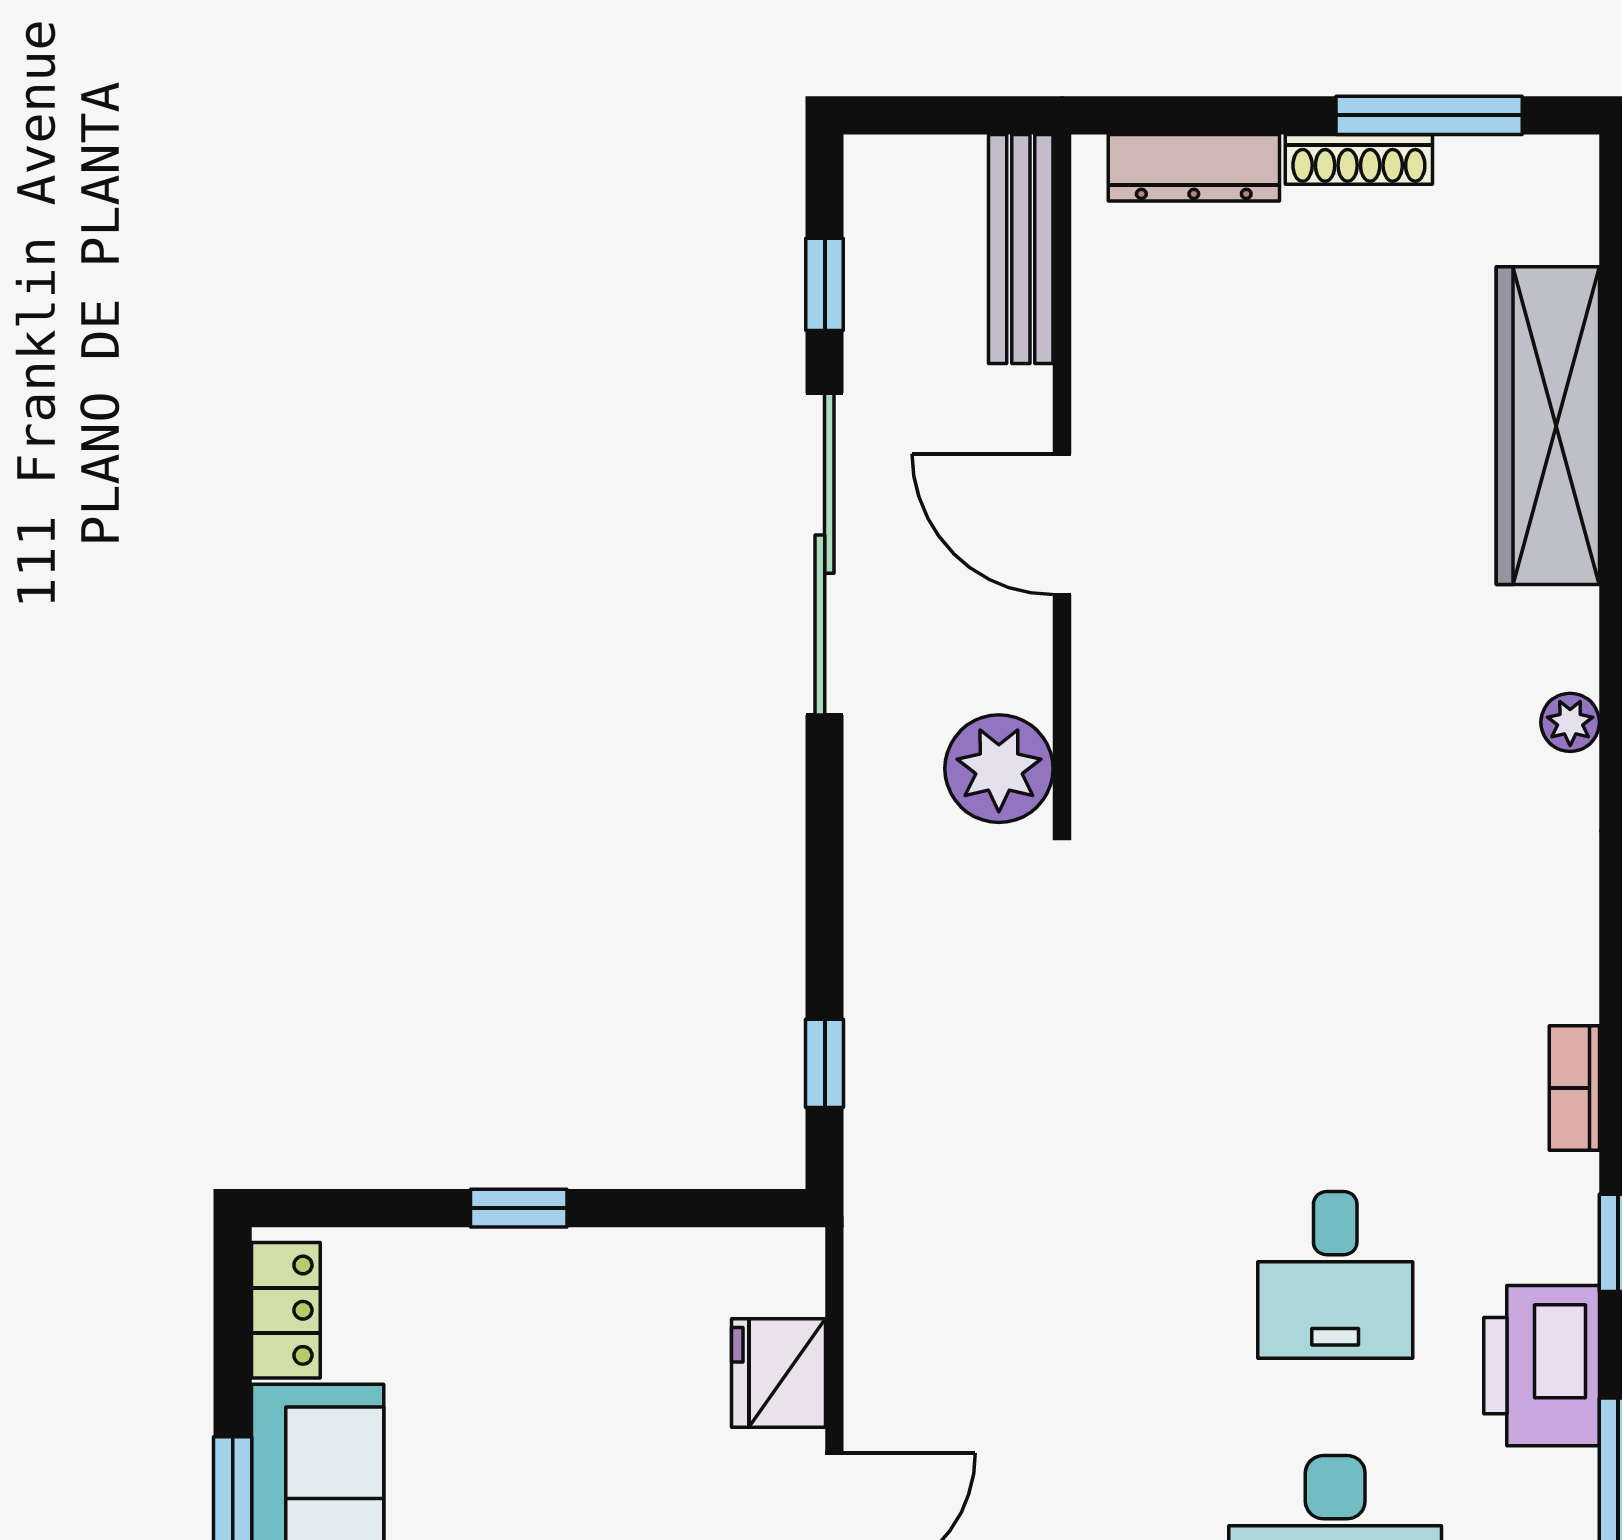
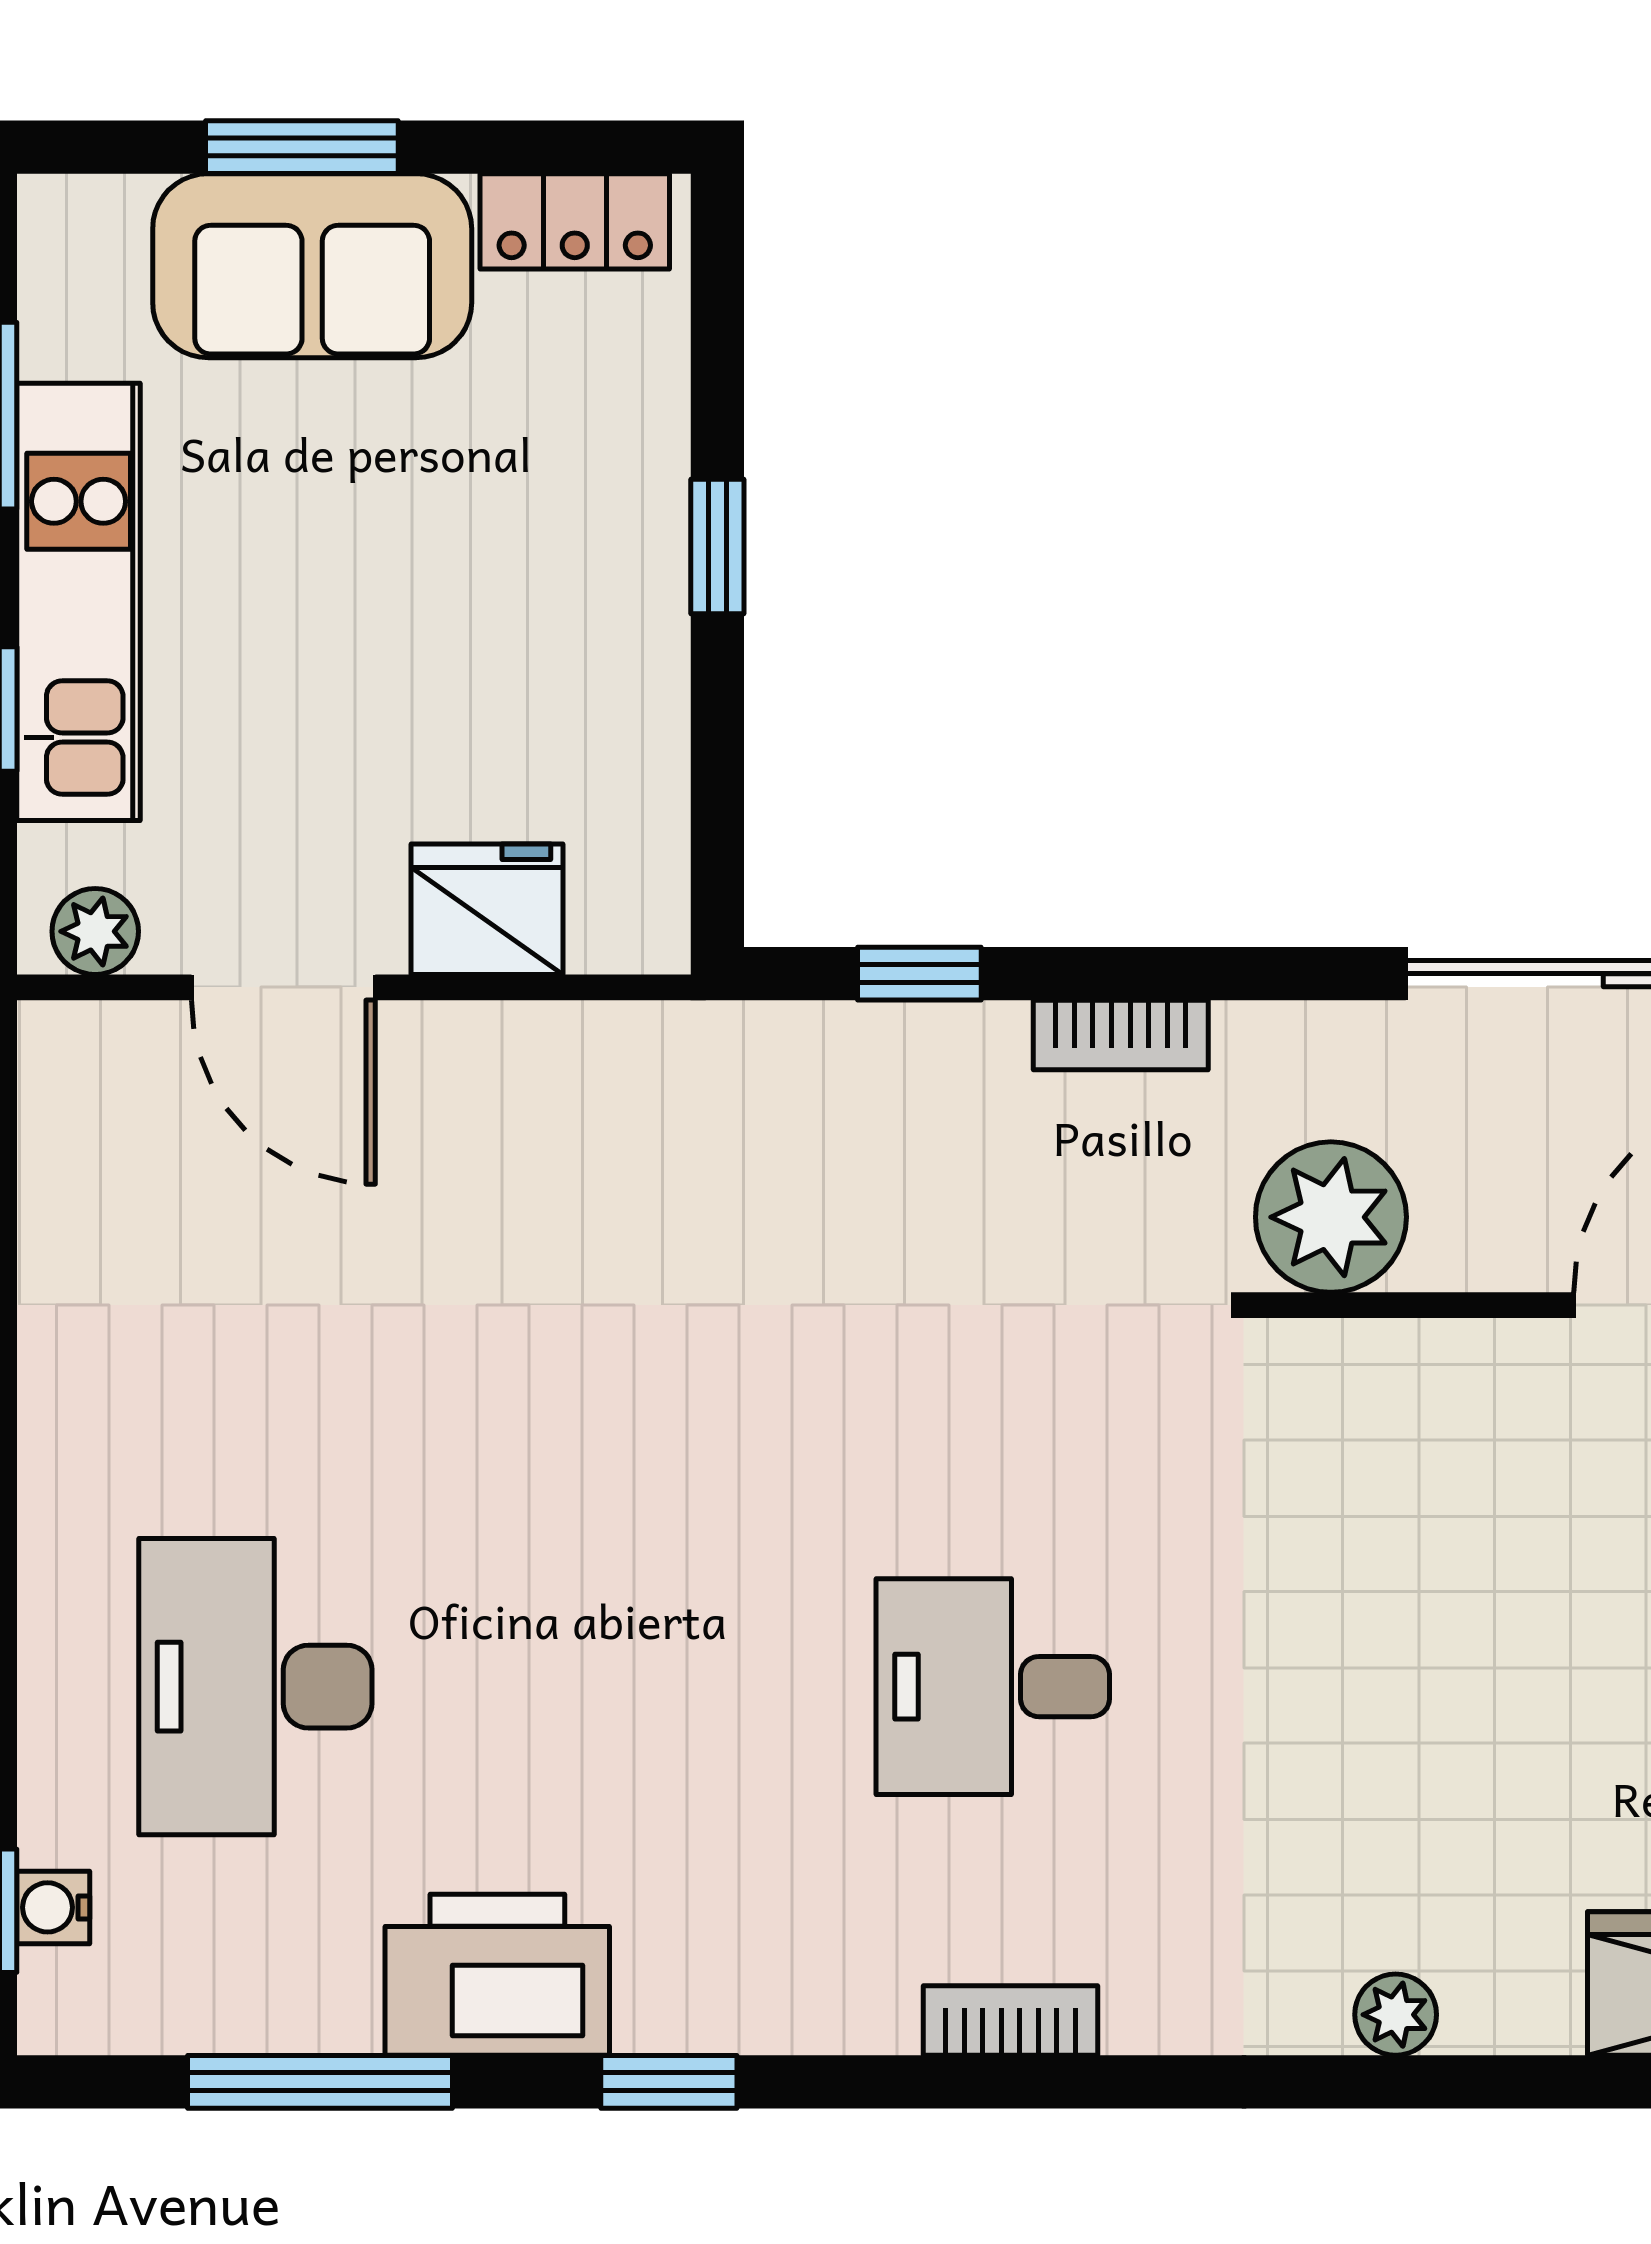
bookcase: (868, 919) -> (1121, 1035), added
bookcase: (1574, 1088) -> (1010, 2020), moved
desk: (1335, 1275) -> (993, 1687), moved

